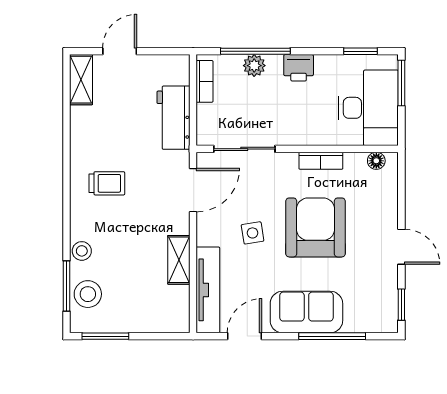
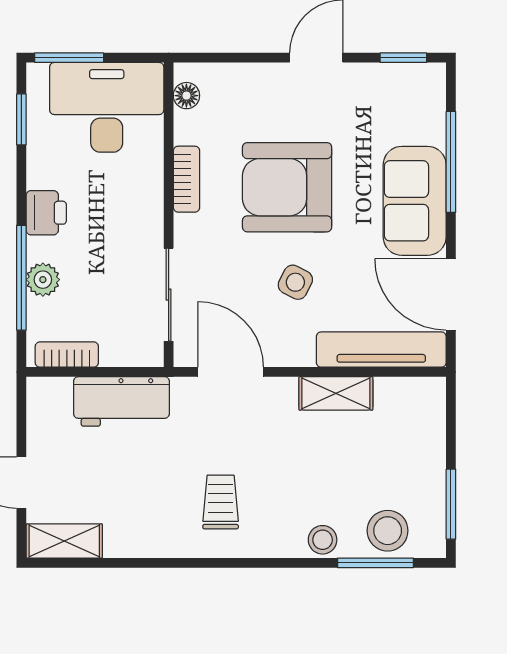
side table: (253, 233) -> (295, 282), turned 36
door: (245, 336) -> (451, 294), width x1.38

